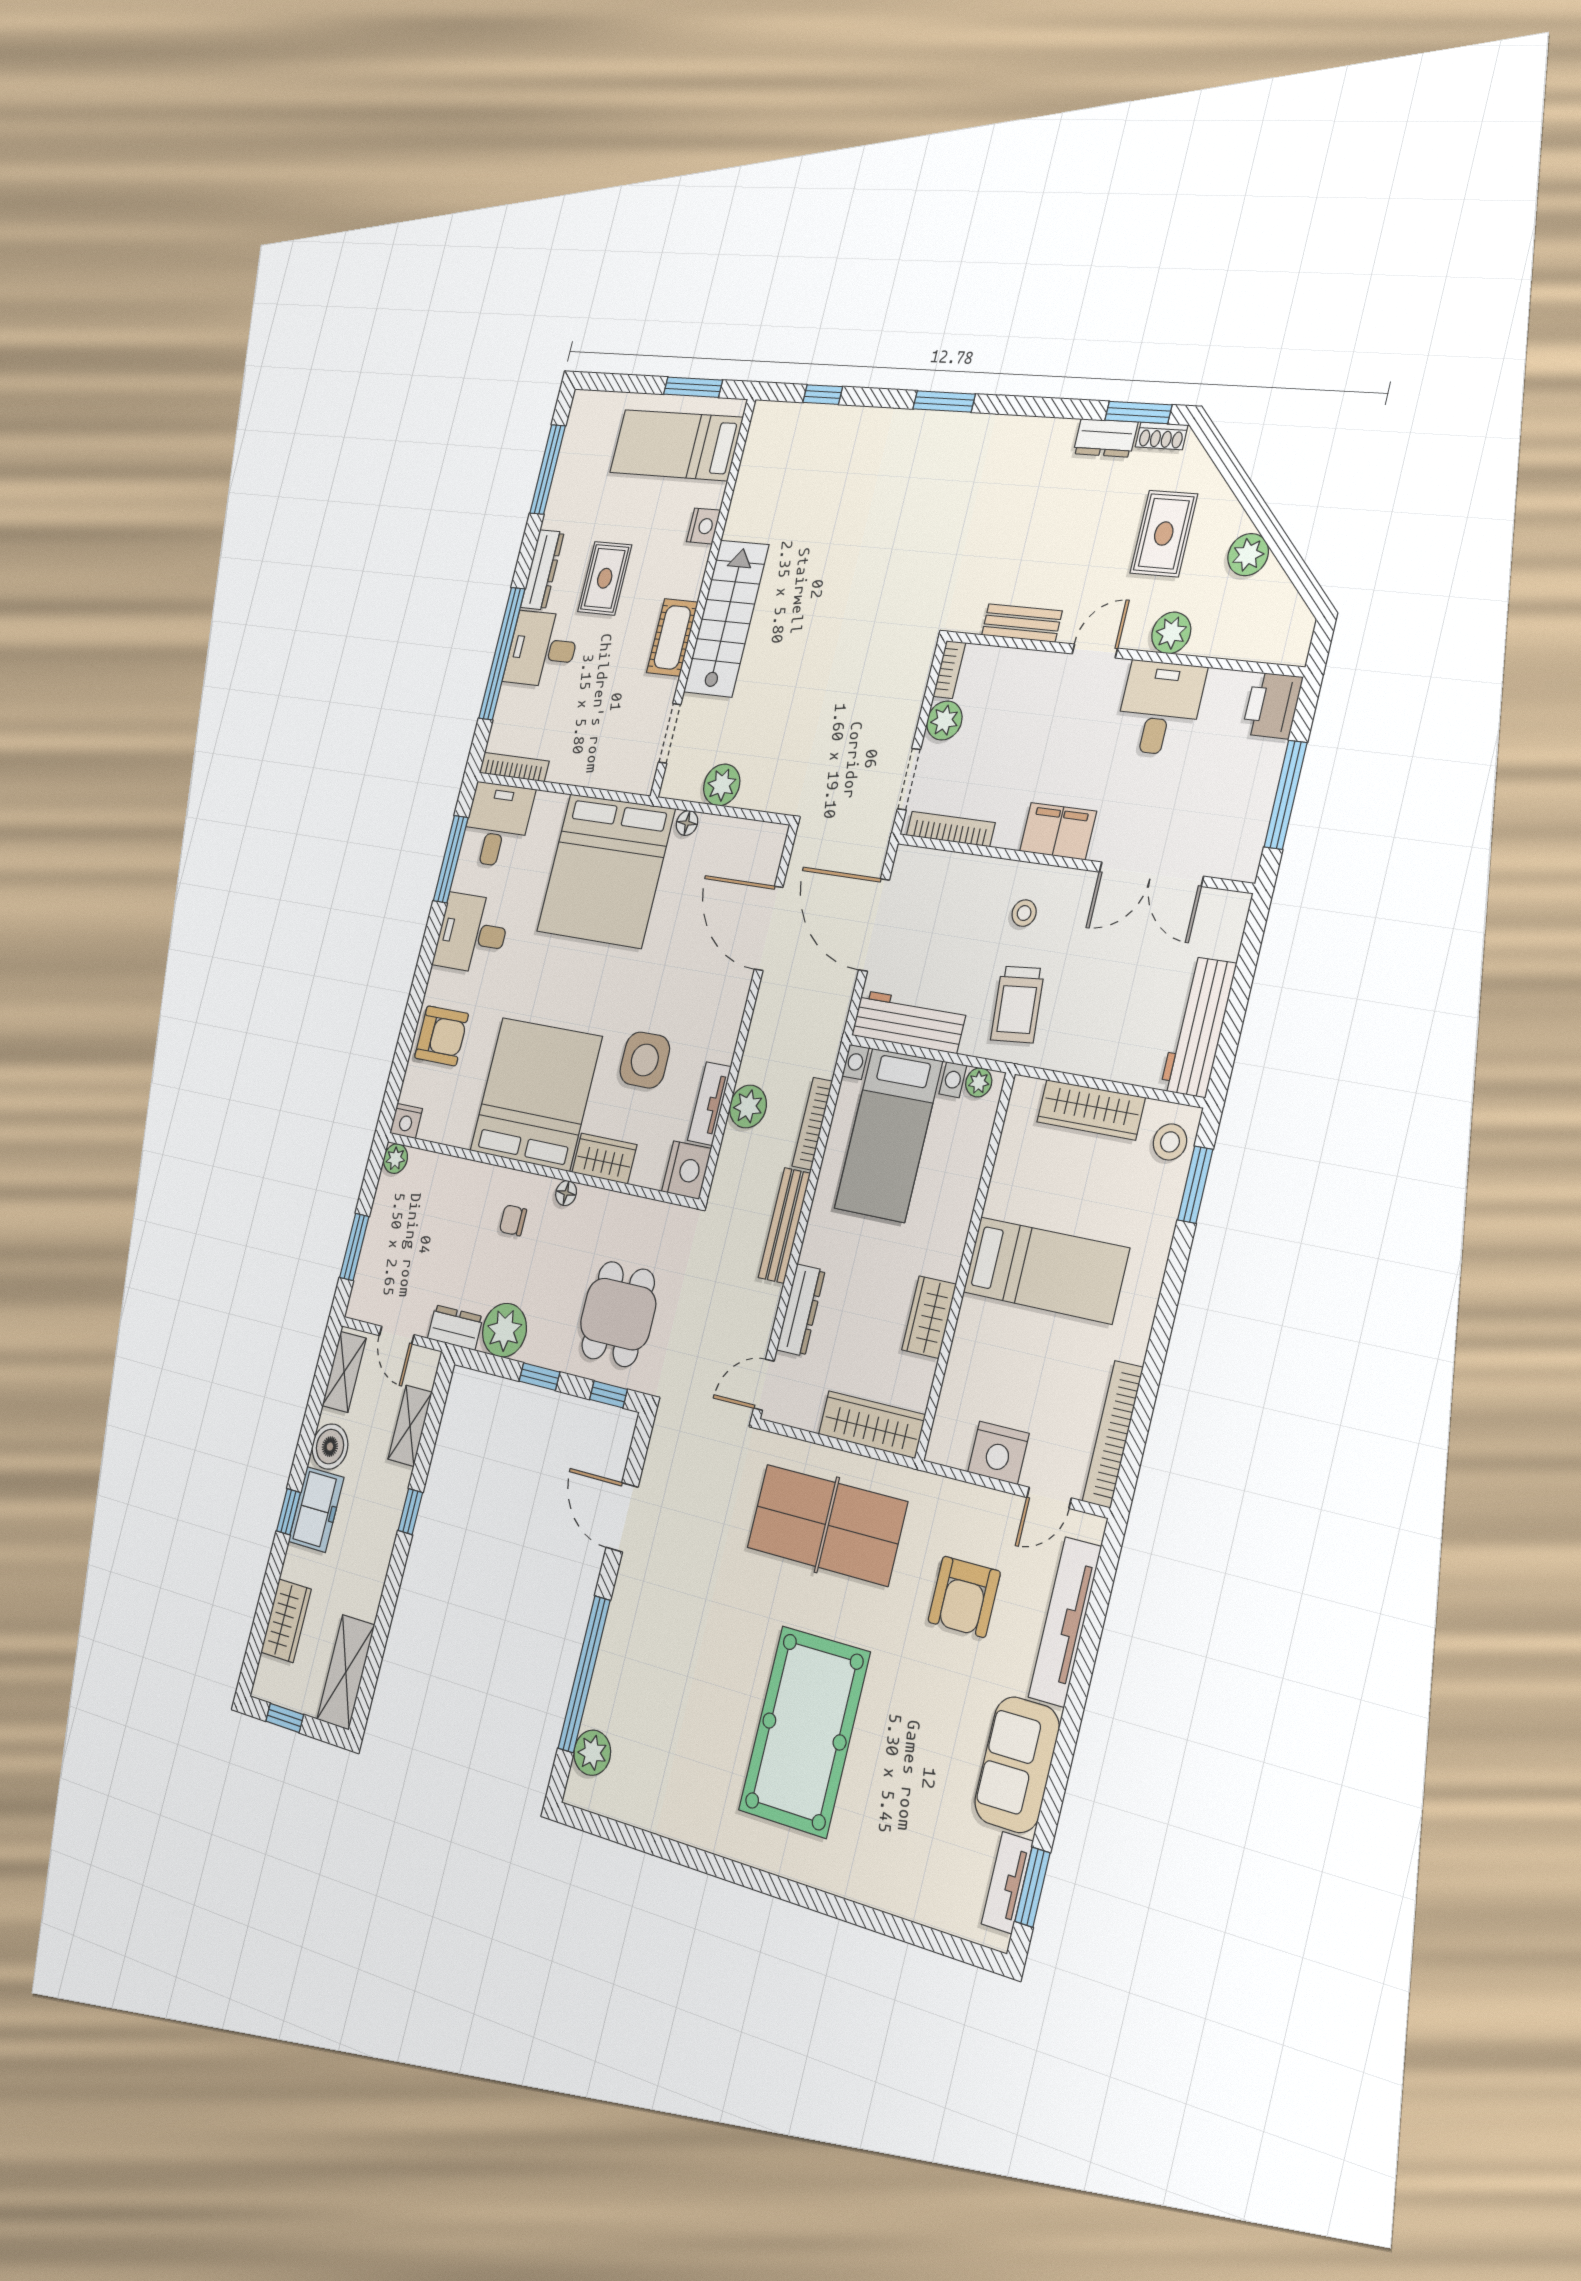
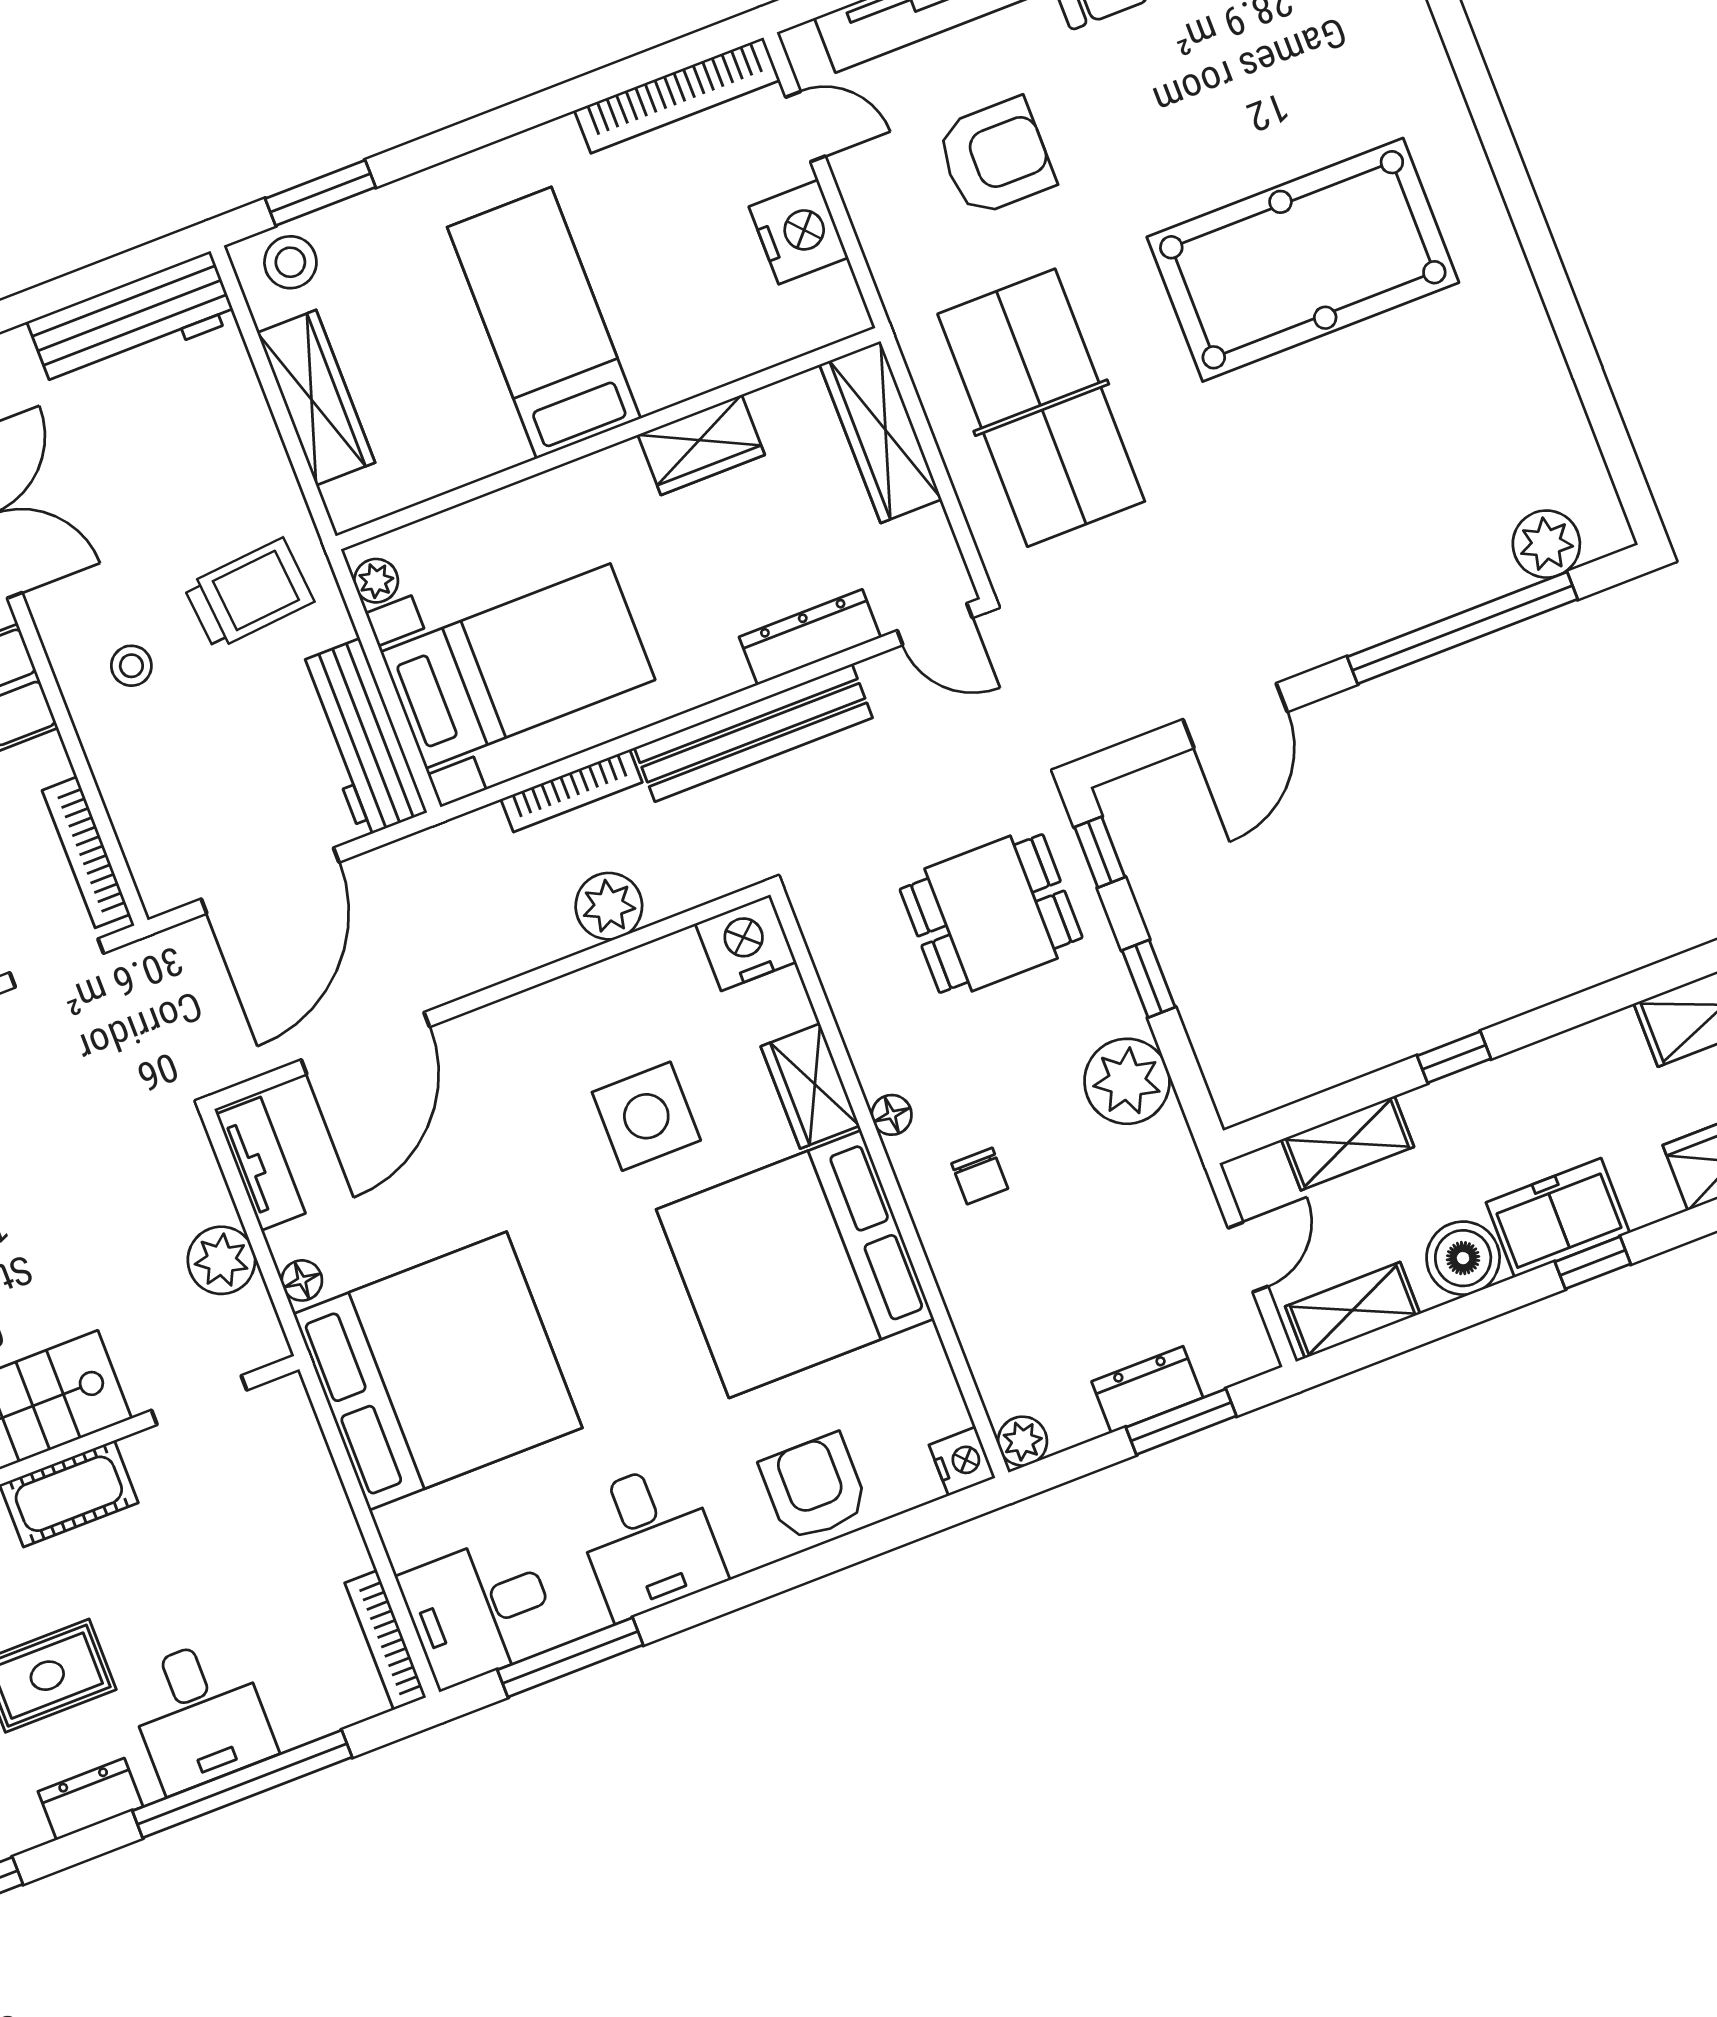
dresser: (542, 570) -> (90, 1799), width x0.70
tv unit: (709, 1104) -> (261, 1164), moved, turned -90
bench: (784, 1225) -> (753, 733), width x1.37, depth x1.21
dresser: (455, 1328) -> (1147, 1390), moved, turned 90

